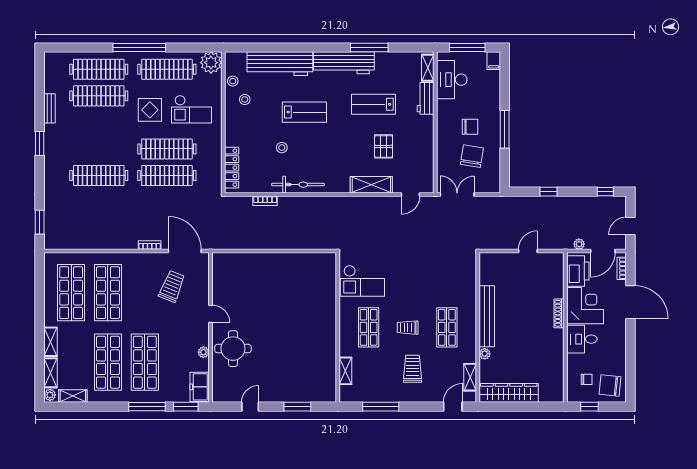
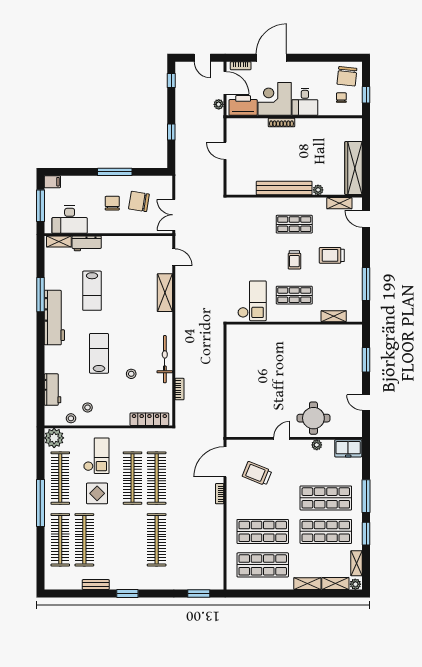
workbench: (280, 64) -> (53, 390), width x0.53, depth x0.76
pallet: (384, 146) -> (130, 282), removed
window: (186, 407) -> (366, 534), moved

